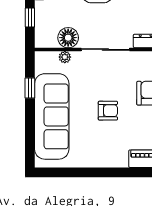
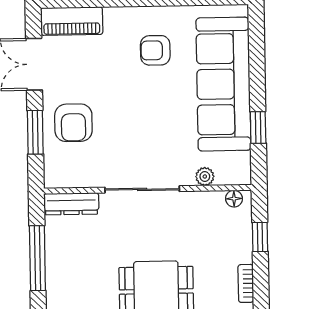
floor lamp: (68, 38) -> (234, 199), moved, width x0.53, depth x0.53
armchair: (108, 111) -> (155, 50), moved

